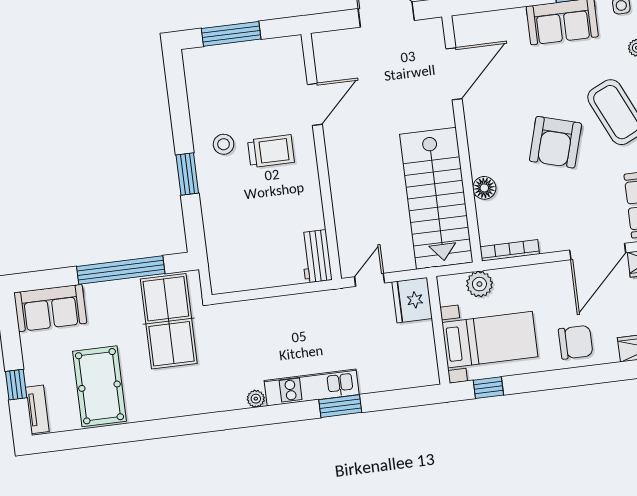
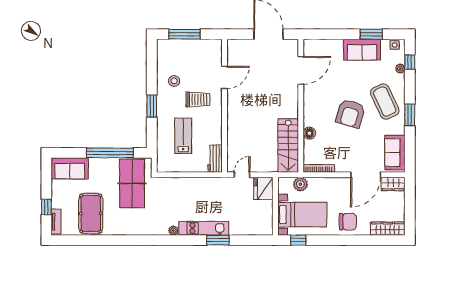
stool: (224, 144) -> (174, 81), moved
stairs: (436, 198) -> (288, 145), width x0.73, depth x0.66
lab bench: (252, 222) -> (183, 136), added

